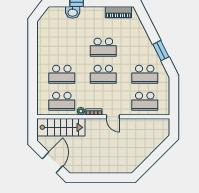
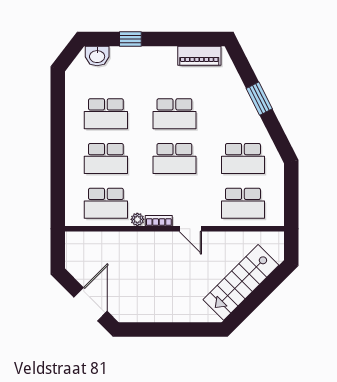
washbasin: (73, 12) -> (97, 56), moved
school desk: (62, 47) -> (106, 114), added
window: (161, 51) -> (259, 99), moved
stairs: (61, 127) -> (241, 282), moved, turned 135

